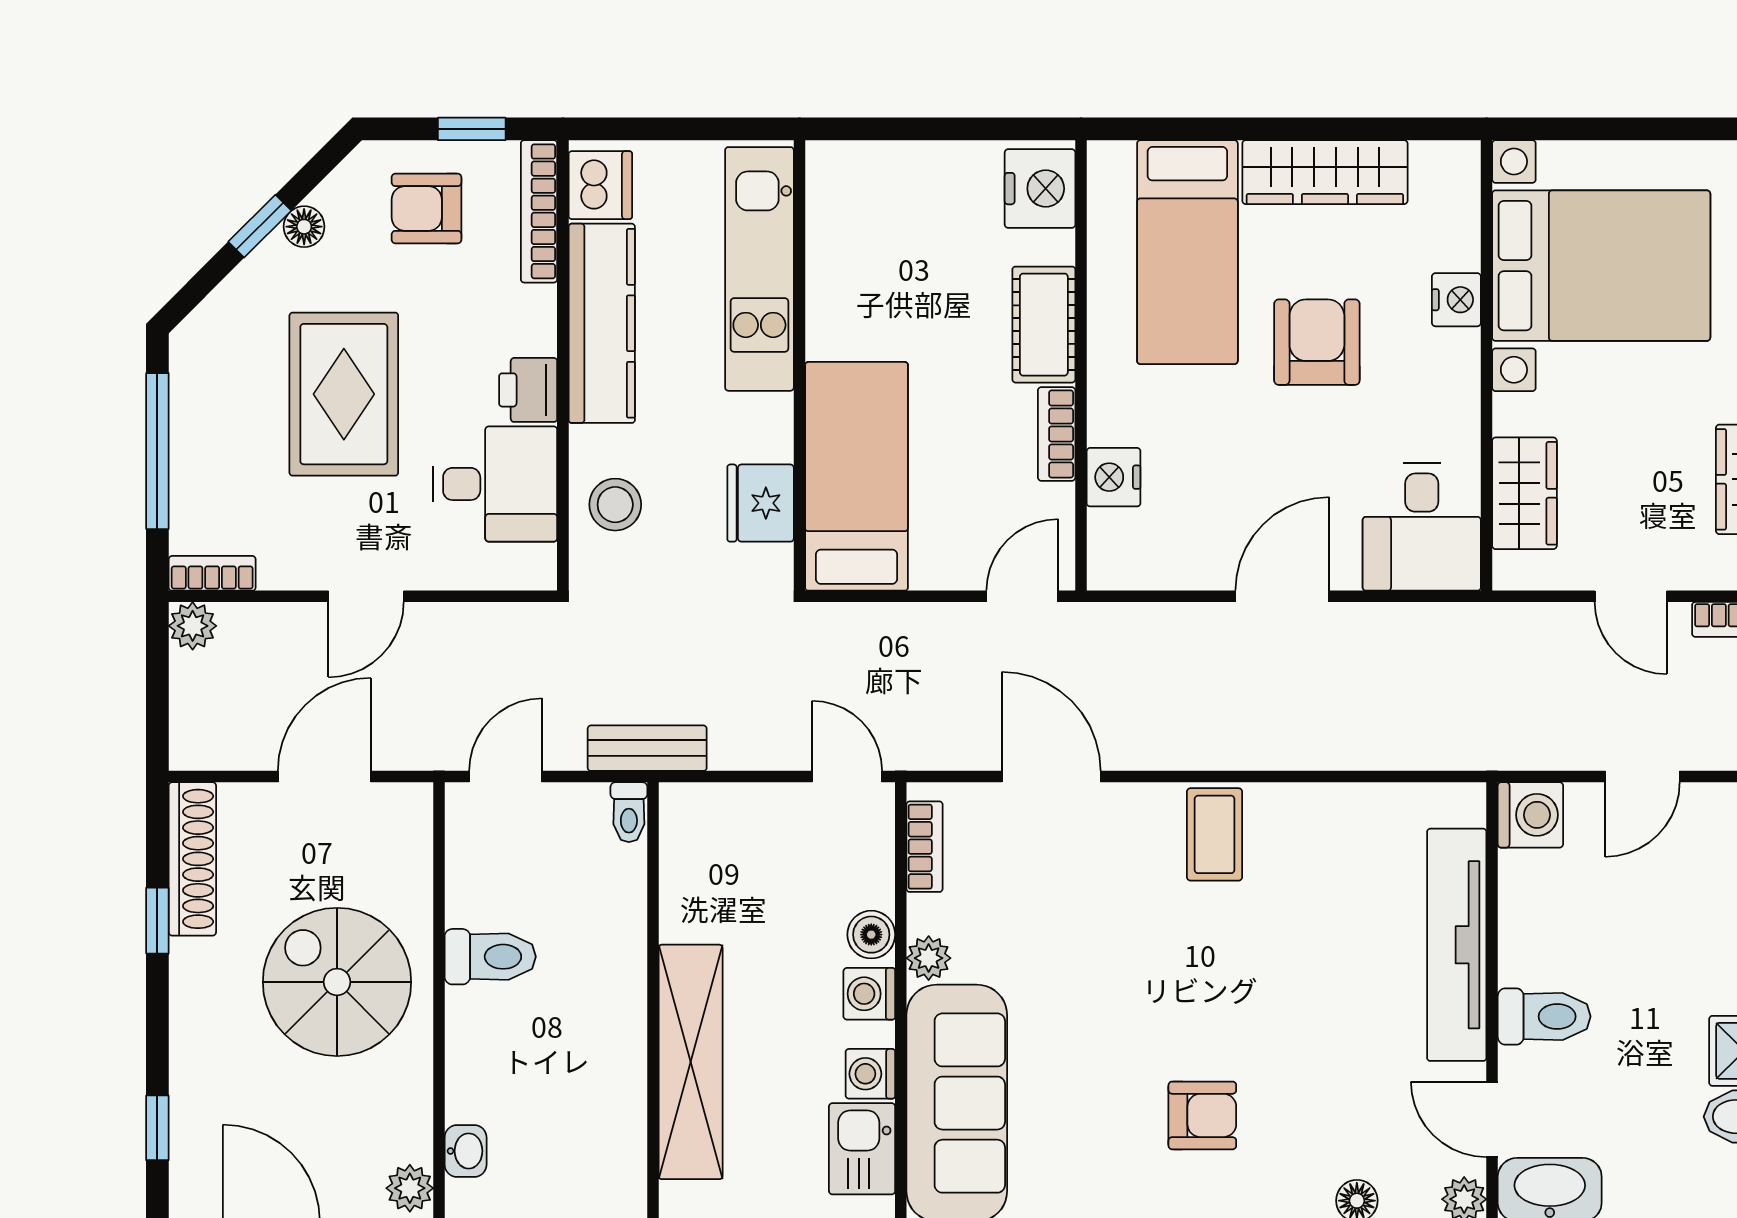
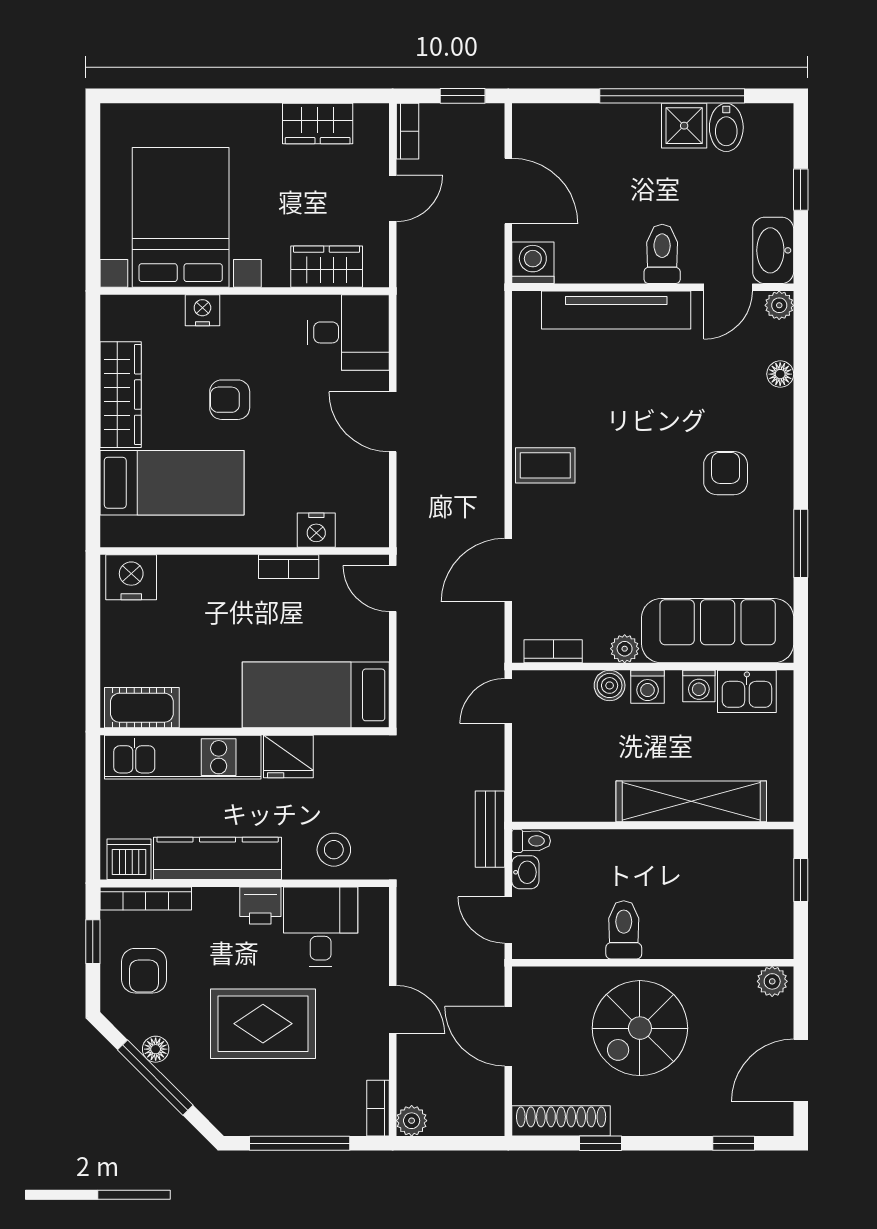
window: (260, 226) -> (155, 1078), width x2.17
cot: (1044, 325) -> (142, 708), moved
armchair: (1317, 342) -> (230, 400), width x0.72, depth x0.72
fridge: (761, 503) -> (288, 756), moved
door: (1642, 777) -> (508, 191), width x1.38
washbasin: (466, 1151) -> (525, 872), moved, turned 90

